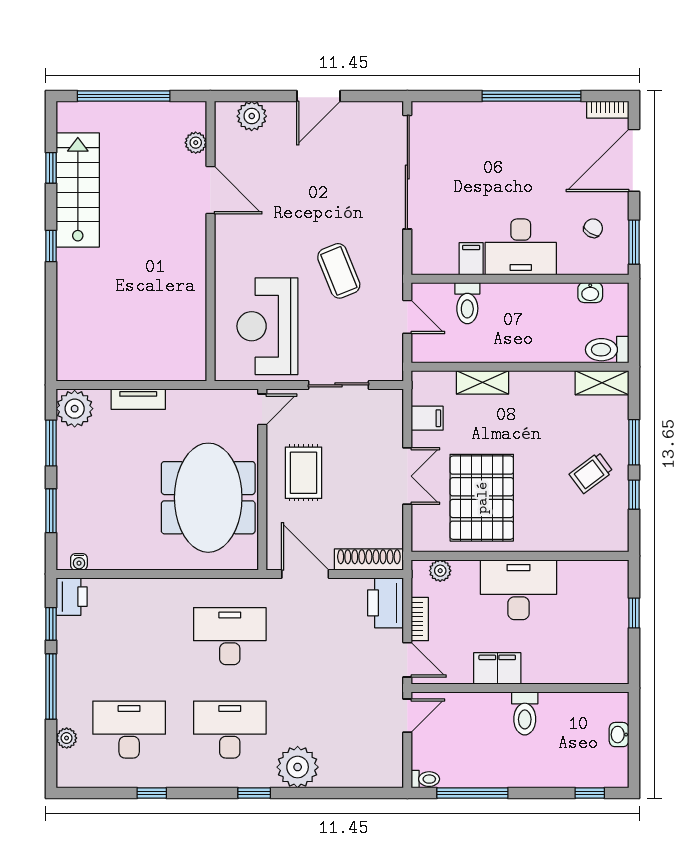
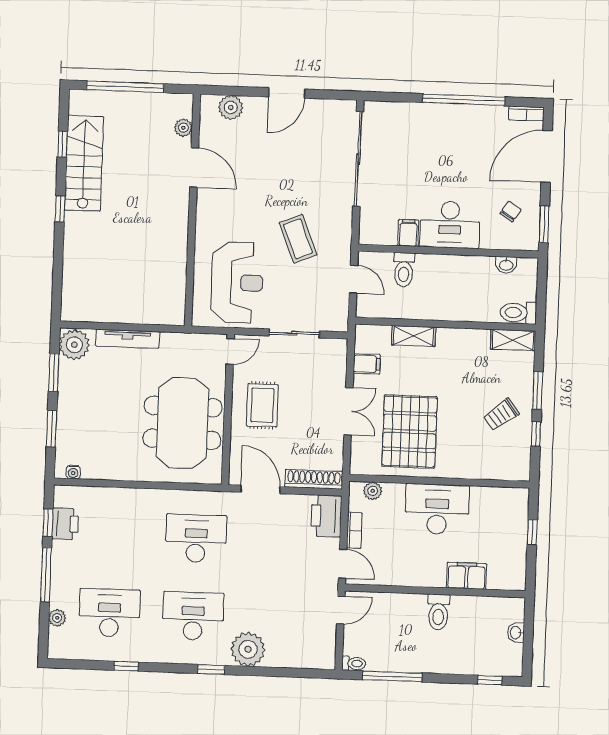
reception desk: (267, 326) -> (237, 282), turned 180
tv unit: (138, 399) -> (128, 339), width x1.41
printer: (72, 597) -> (65, 524), moved
filing cabinet: (497, 668) -> (466, 576), moved

